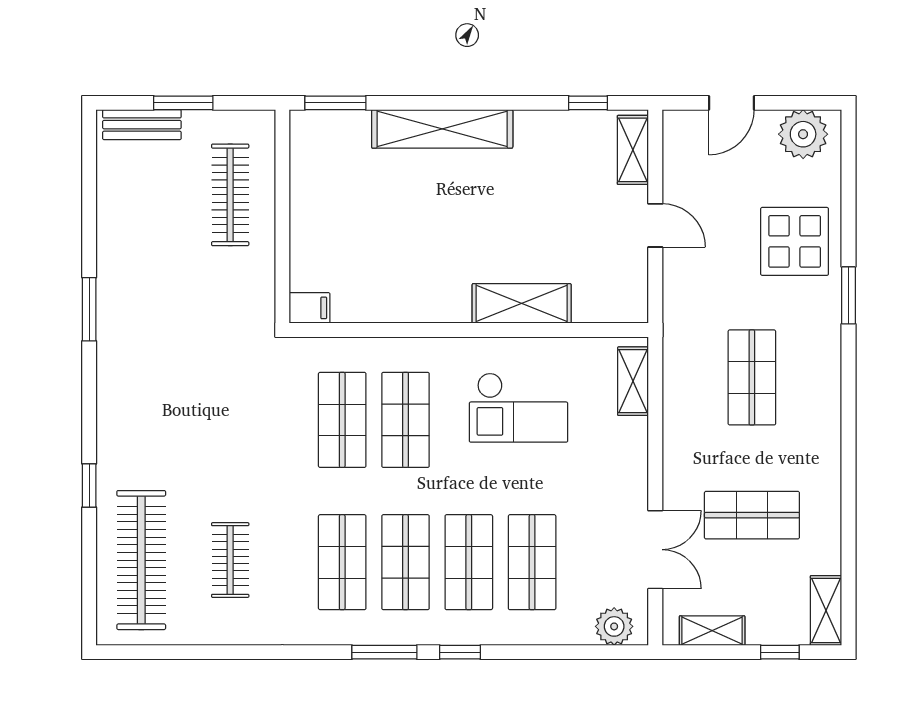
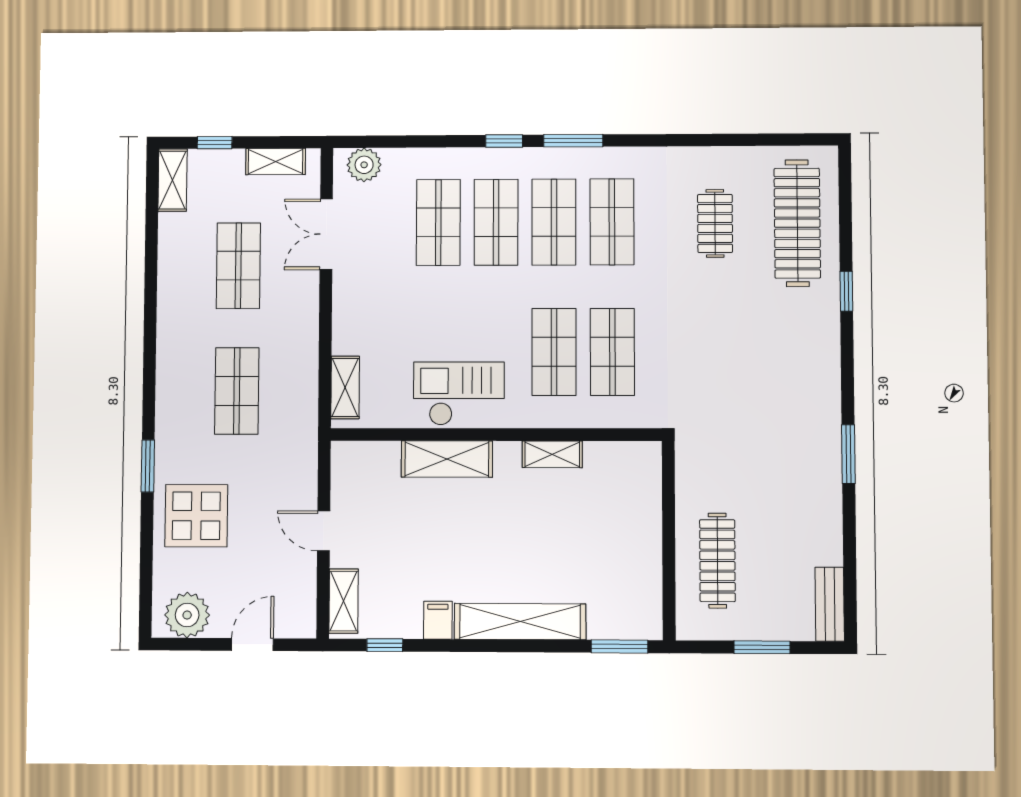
bench: (142, 125) -> (830, 604), moved, turned 90
filing cabinet: (309, 308) -> (438, 620), moved, turned 90
shelving: (407, 309) -> (552, 454), added
checkout: (518, 408) -> (459, 394), moved
shop shelf: (752, 515) -> (238, 266), turned 90

